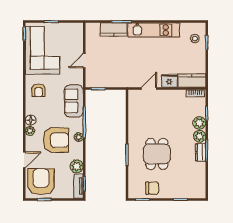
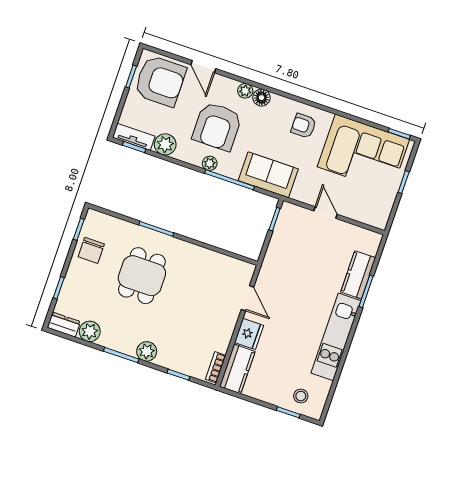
plant: (199, 123) -> (90, 331), moved
dresser: (201, 152) -> (64, 325), moved
dining table: (157, 154) -> (142, 276), turned 90

